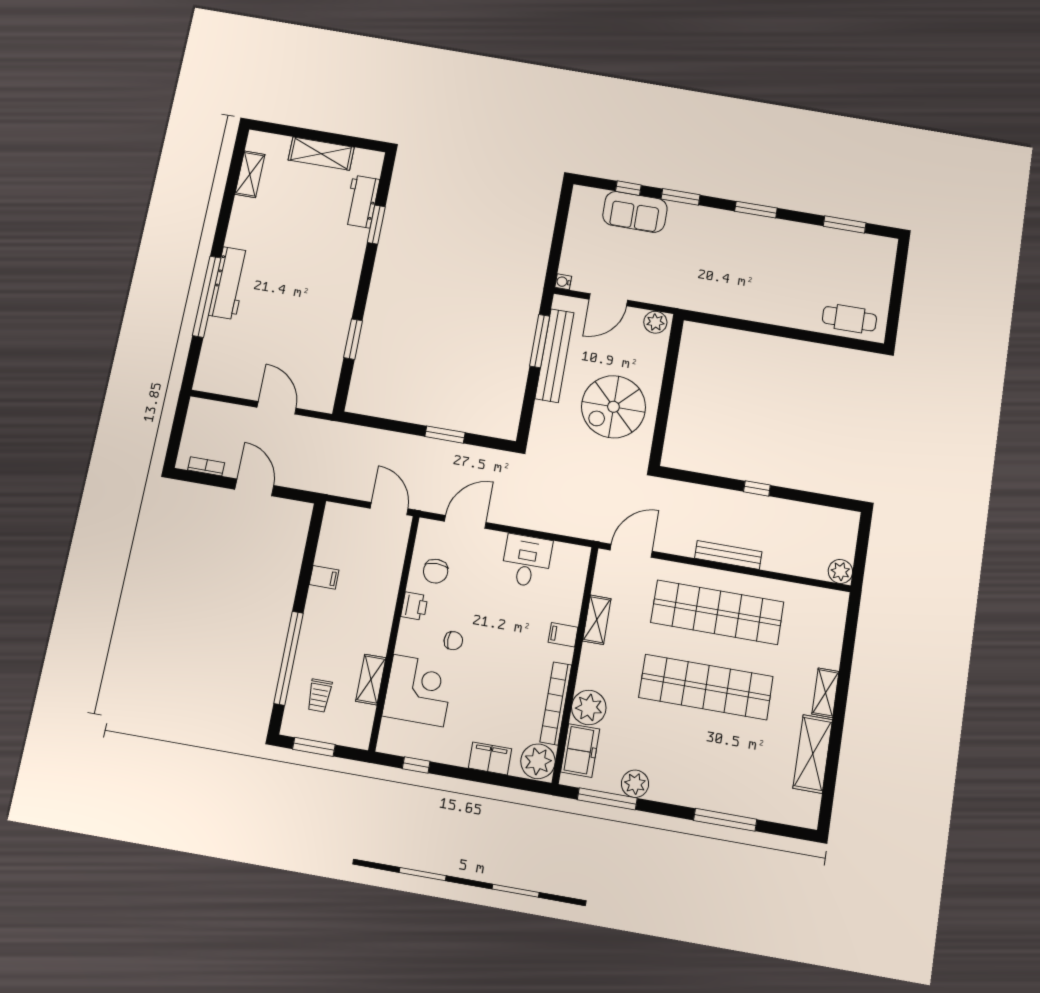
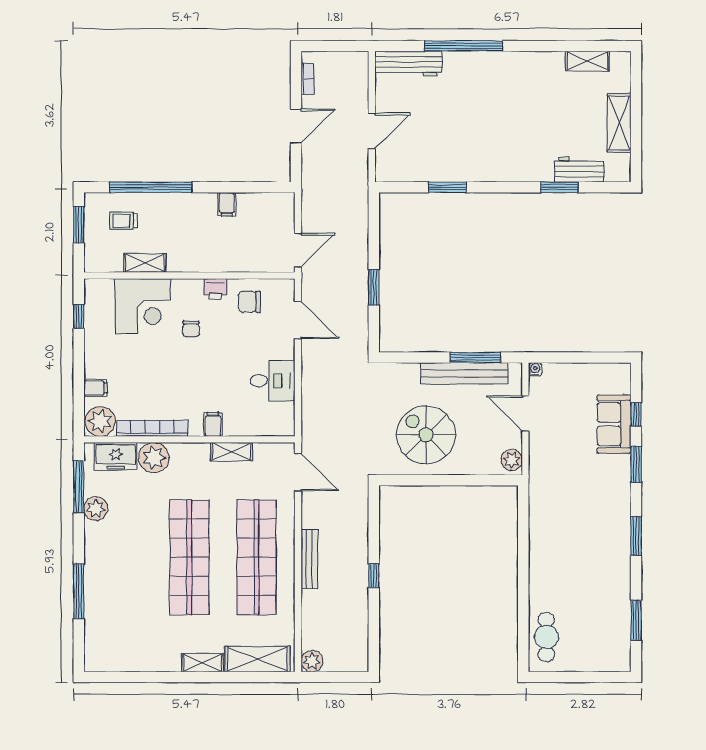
workbench: (229, 283) -> (408, 64), moved
shelving: (813, 754) -> (257, 659), moved
filing cabinet: (490, 758) -> (95, 388), width x0.50

